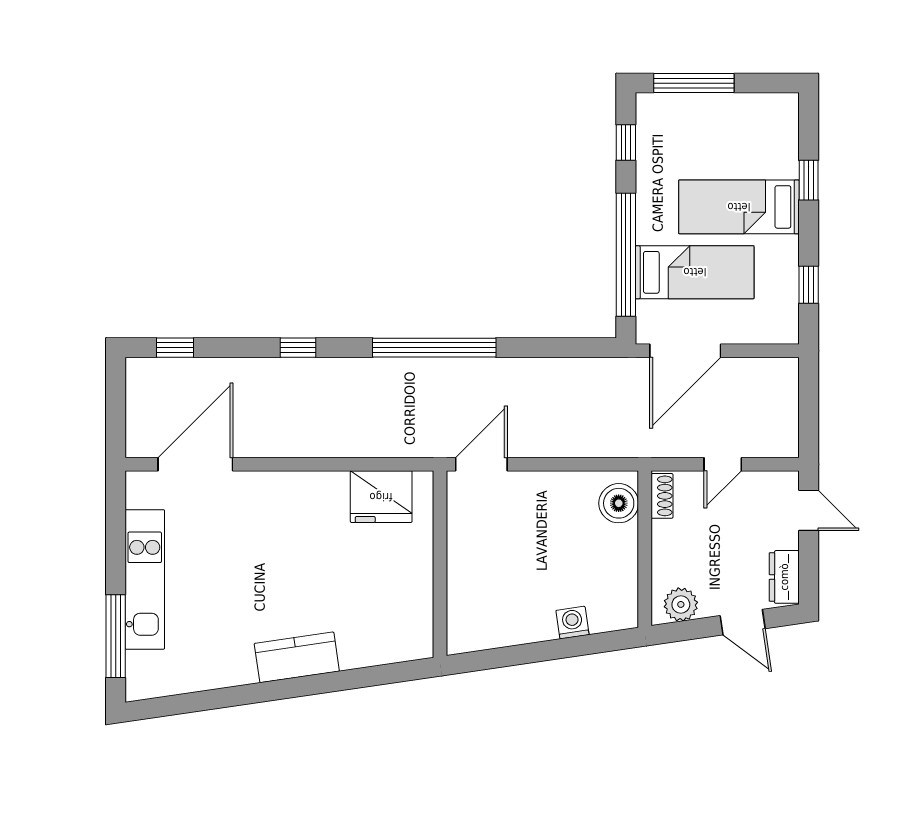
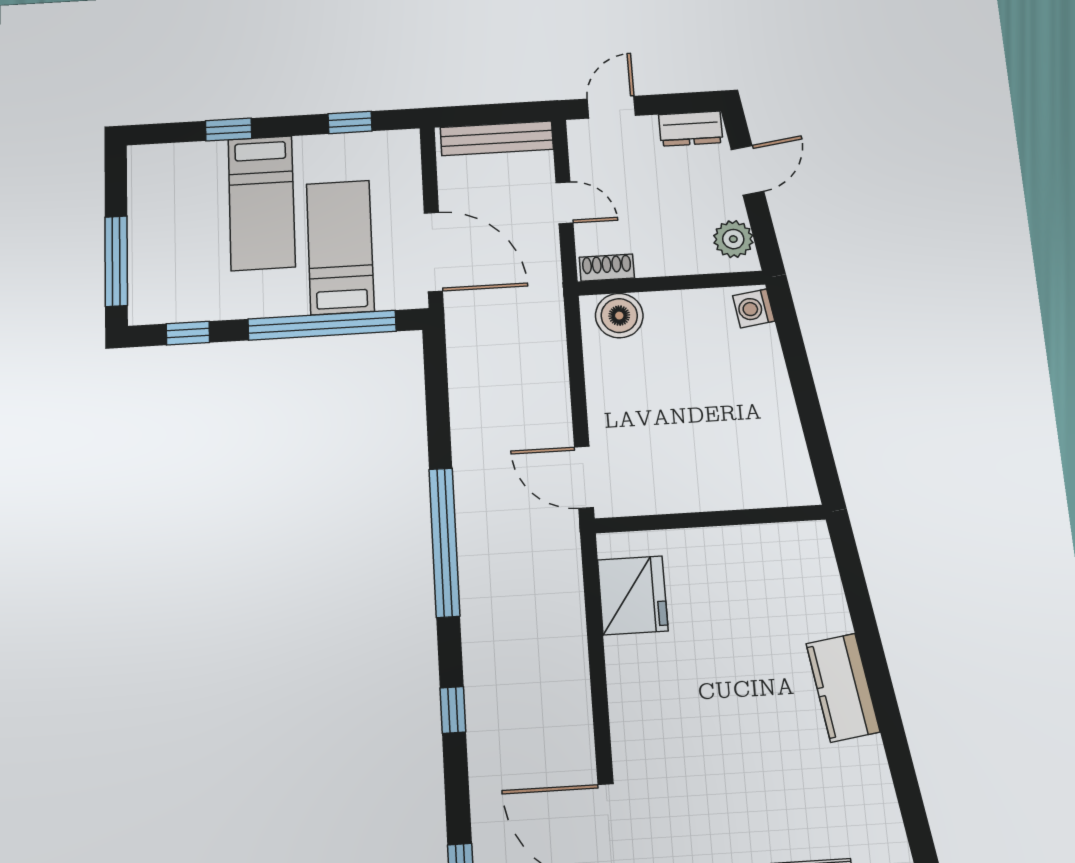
bench: (786, 410) -> (497, 138), added
washing machine: (572, 623) -> (754, 308), moved

